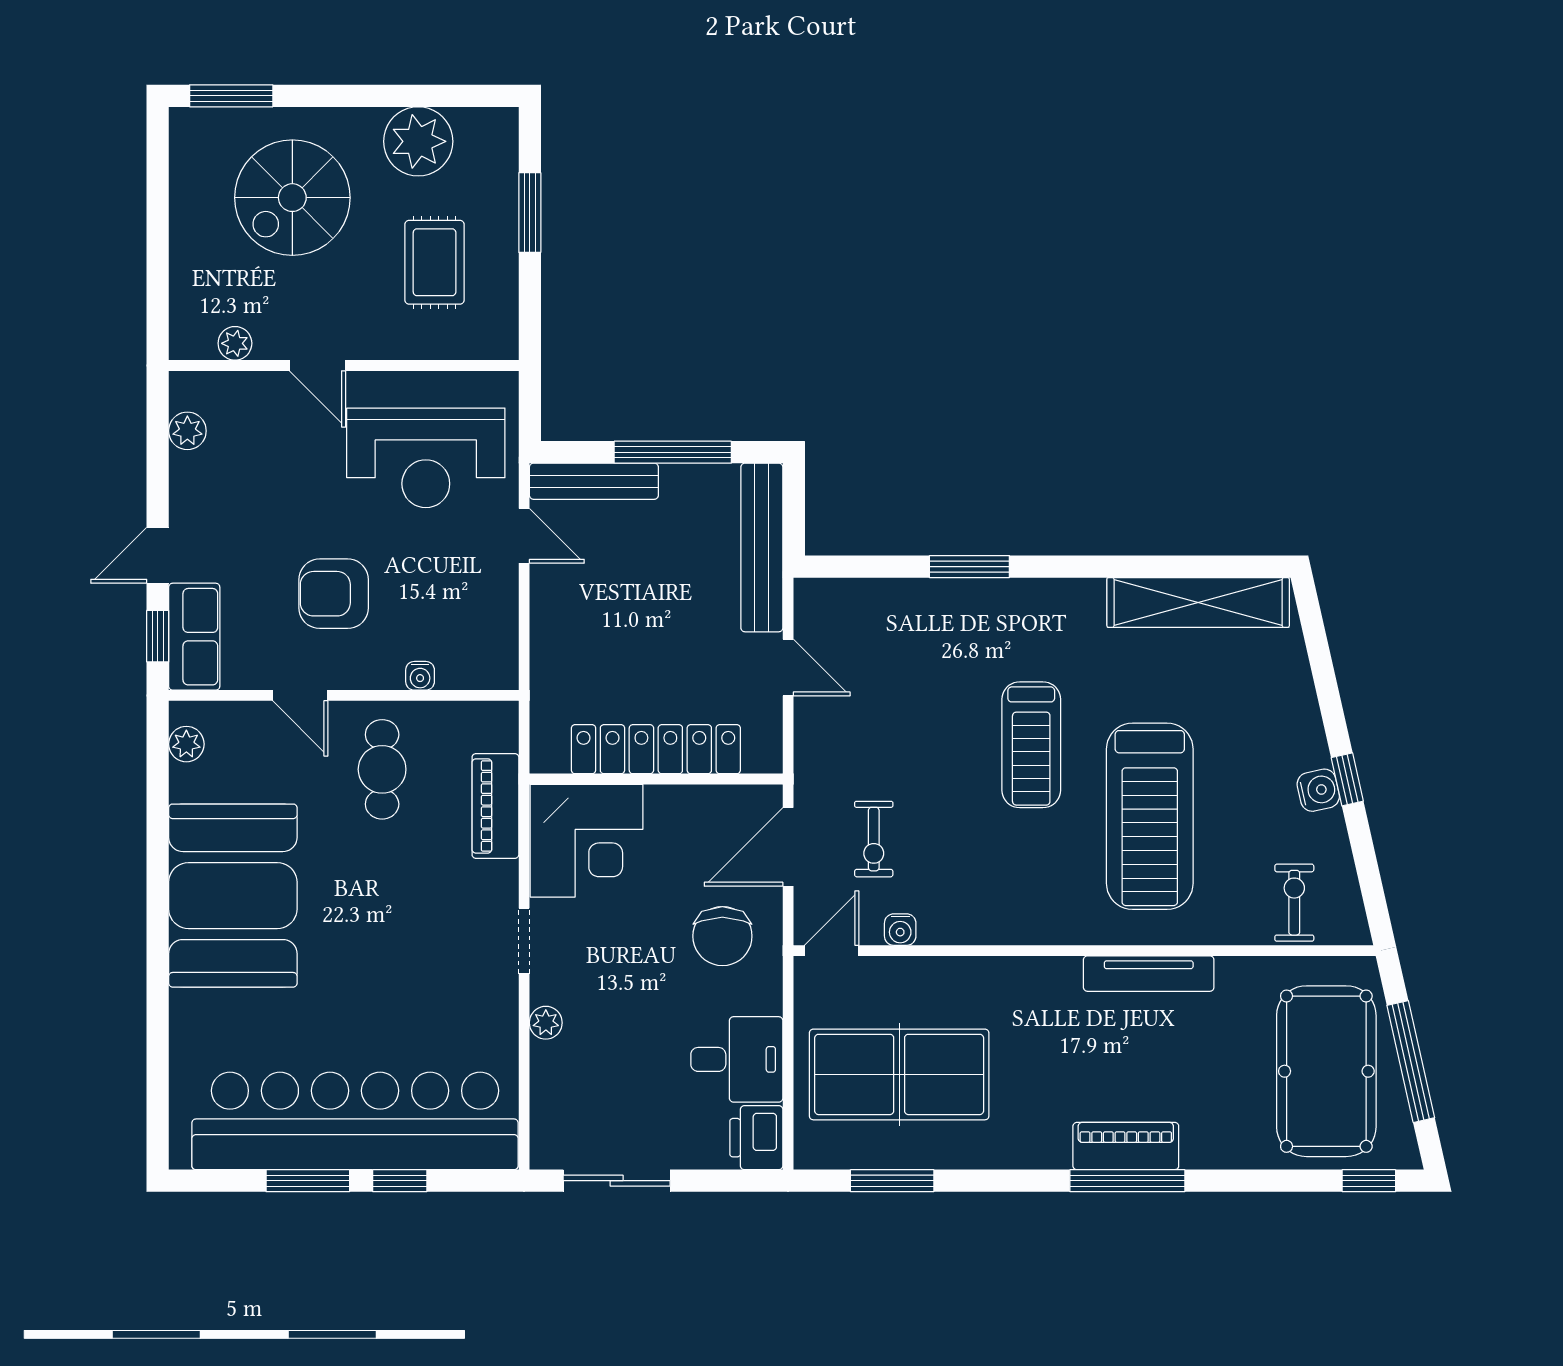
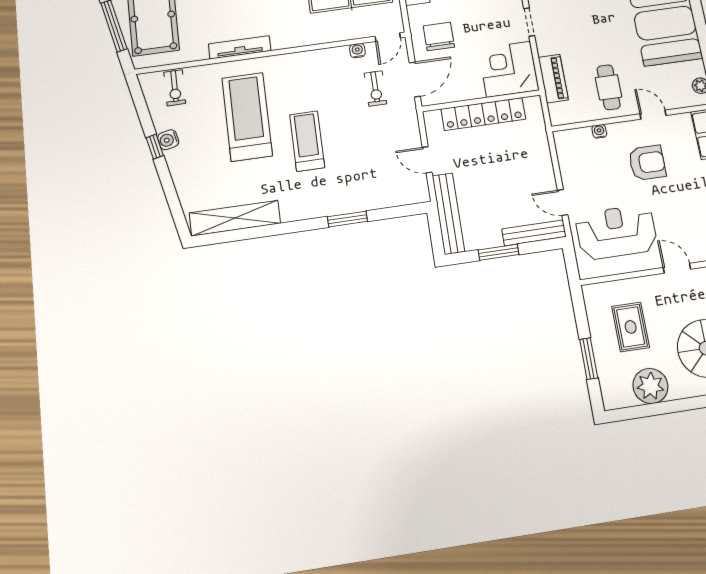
window: (673, 452) -> (499, 252), width x0.69
exercise bike: (874, 839) -> (375, 88), turned 180

